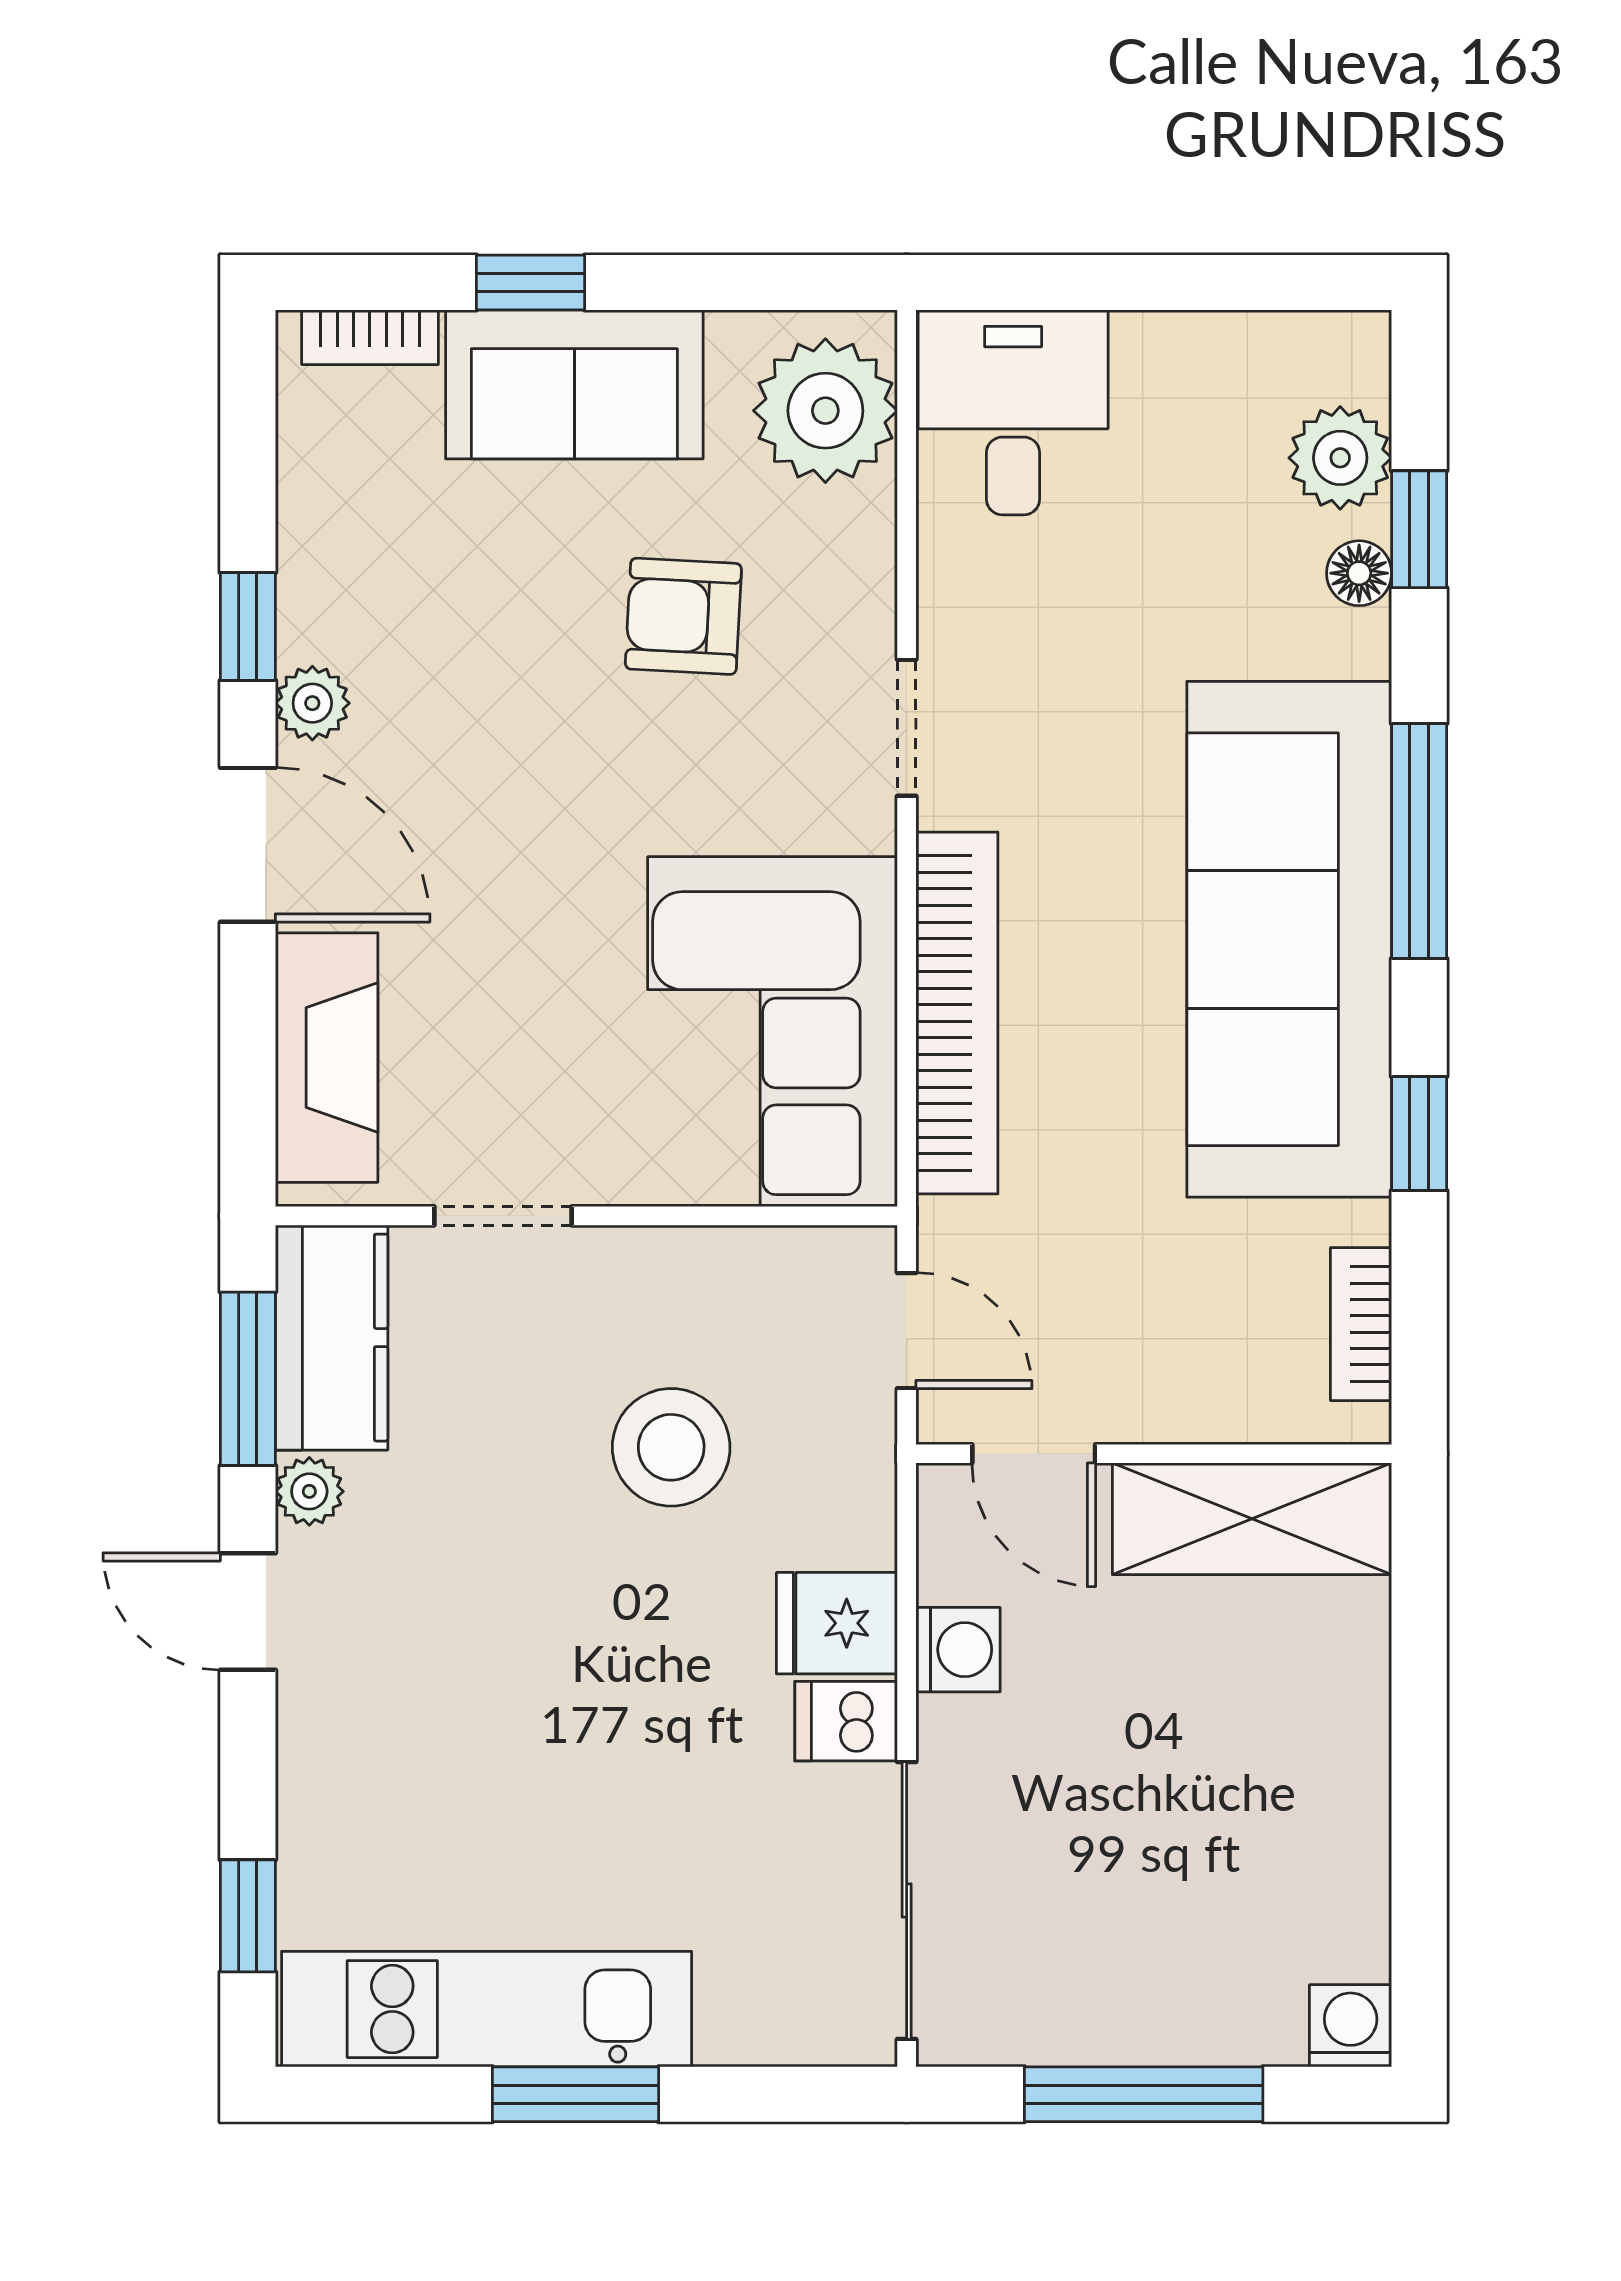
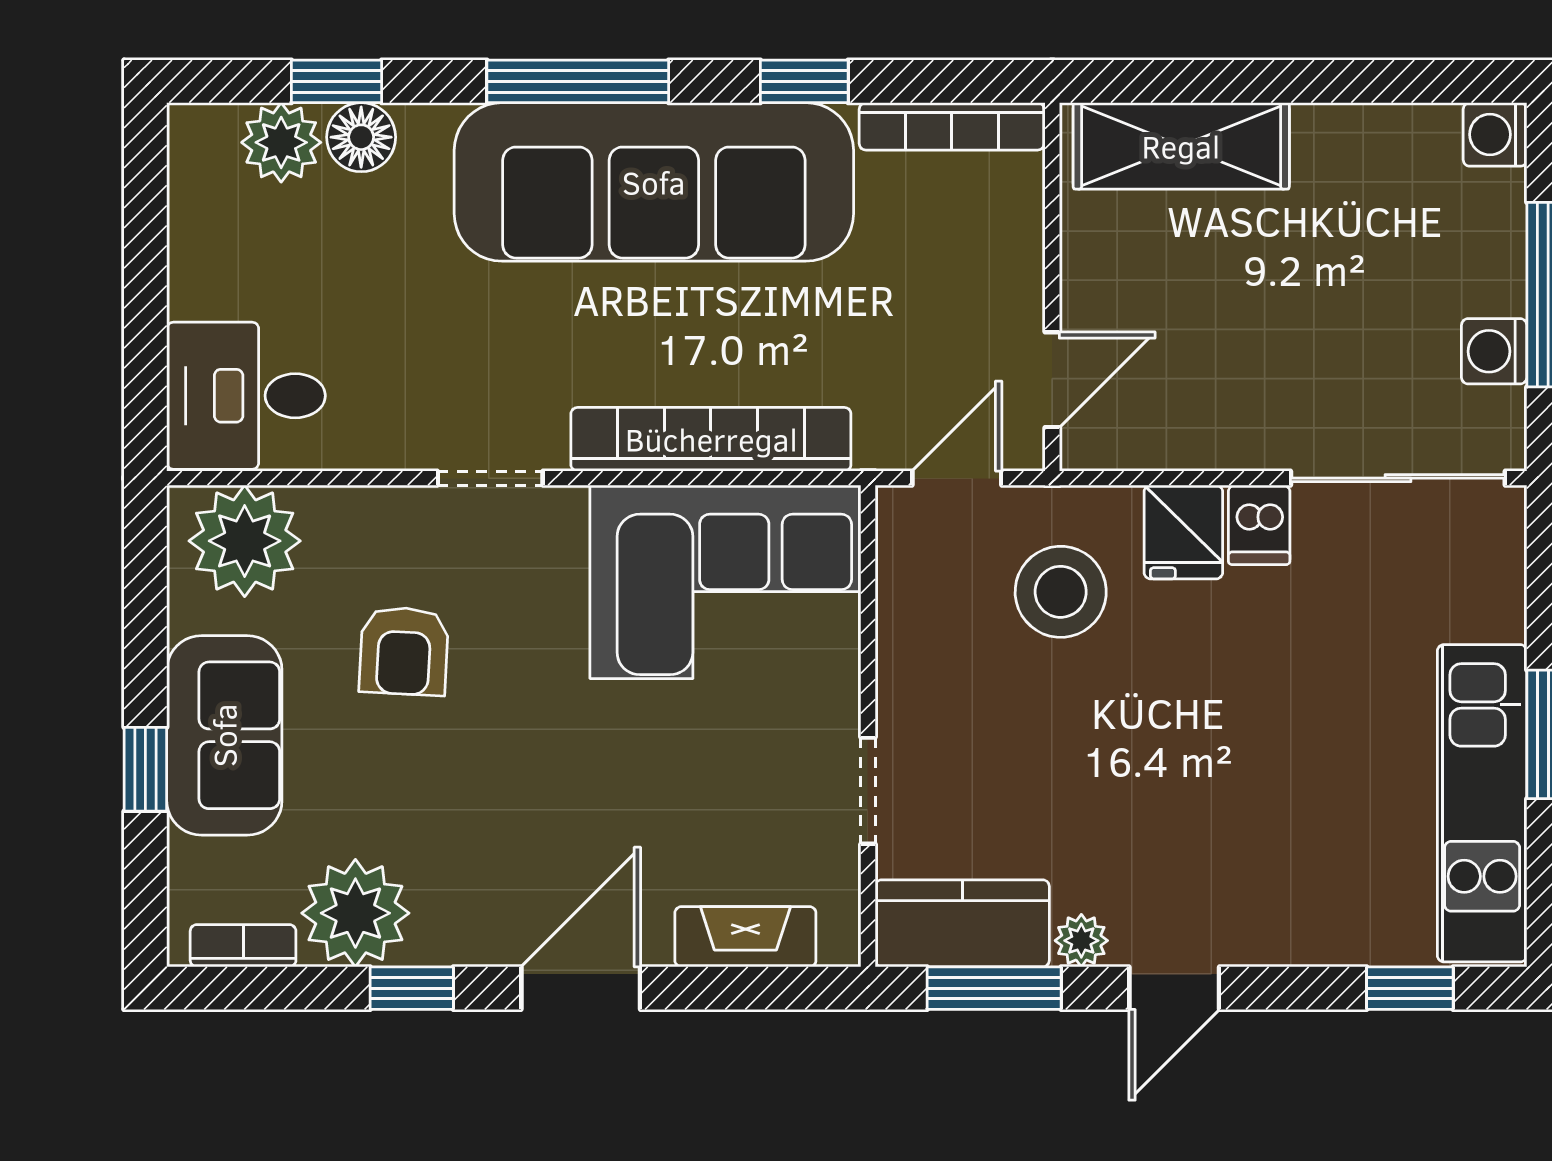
bookcase: (370, 337) -> (243, 946), moved, turned -90
floor lamp: (1359, 573) -> (361, 137), width x1.37, depth x1.37
plant: (312, 703) -> (355, 913), moved, width x1.87, depth x1.87
fireplace: (327, 1058) -> (745, 937), width x0.73, depth x0.76
bookcase: (1361, 1324) -> (952, 126), width x1.56
stool: (671, 1447) -> (1061, 592), moved
shelving: (1252, 1519) -> (1181, 146), moved, turned 90
washing machine: (958, 1650) -> (1494, 351), moved, turned -90

